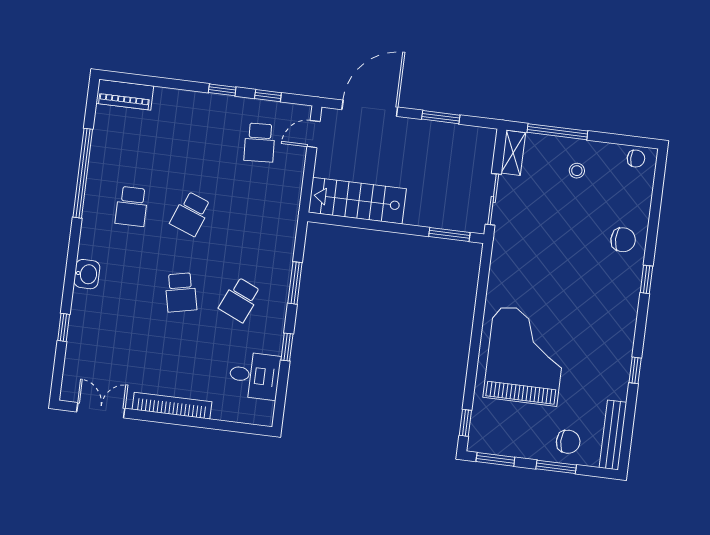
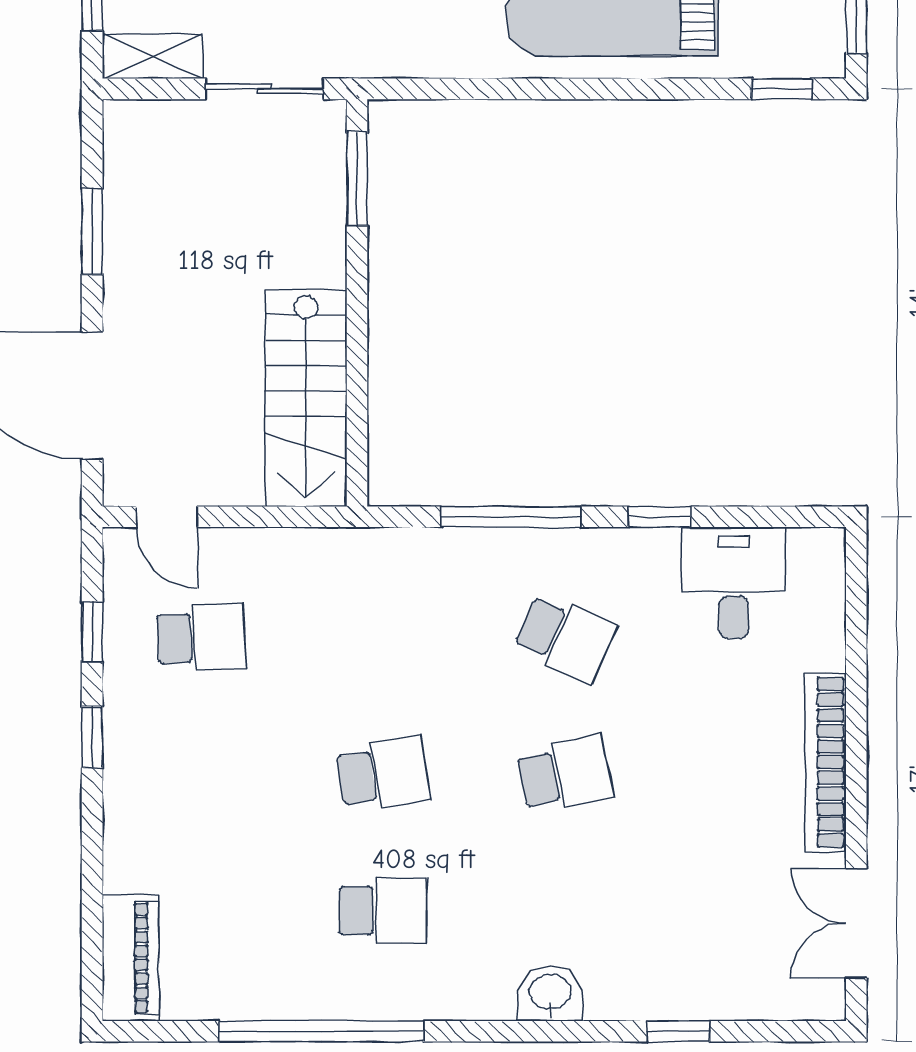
school desk: (191, 214) -> (383, 774), turned -30
window: (295, 283) -> (511, 517), width x1.44

